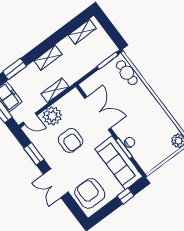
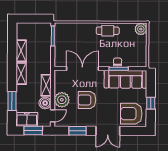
shelving: (82, 32) -> (21, 51), moved
cafe table: (127, 73) -> (108, 31), moved
boiler: (37, 102) -> (45, 103), added
armchair: (70, 140) -> (87, 100), turned 180
window: (126, 196) -> (151, 103), moved

